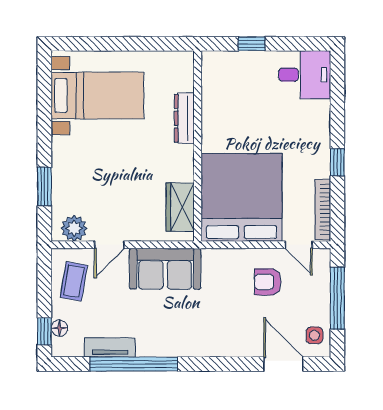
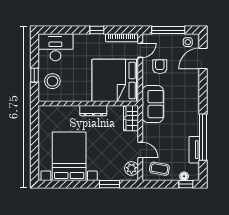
desk: (305, 75) -> (55, 47), width x1.37
stool: (240, 78) -> (52, 81), added
bed with nightstands: (97, 96) -> (69, 156), width x1.36
dresser: (184, 118) -> (93, 111), moved
wardrobe: (180, 207) -> (131, 118), moved, turned 90
sofa: (165, 269) -> (153, 104), moved
armchair: (268, 282) -> (160, 67), turned 180

